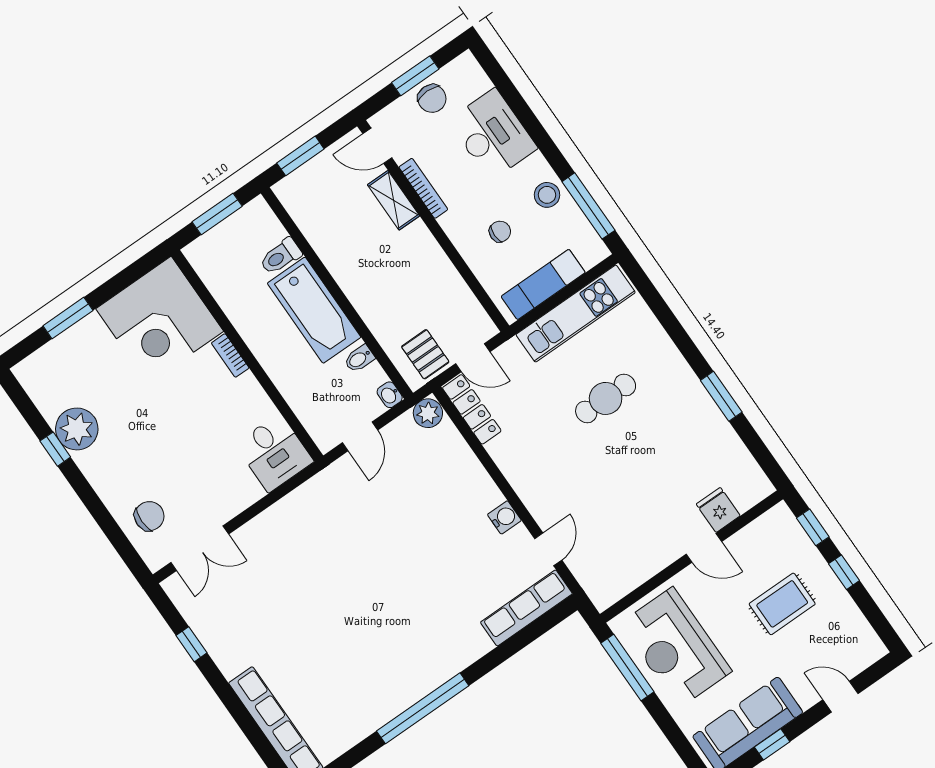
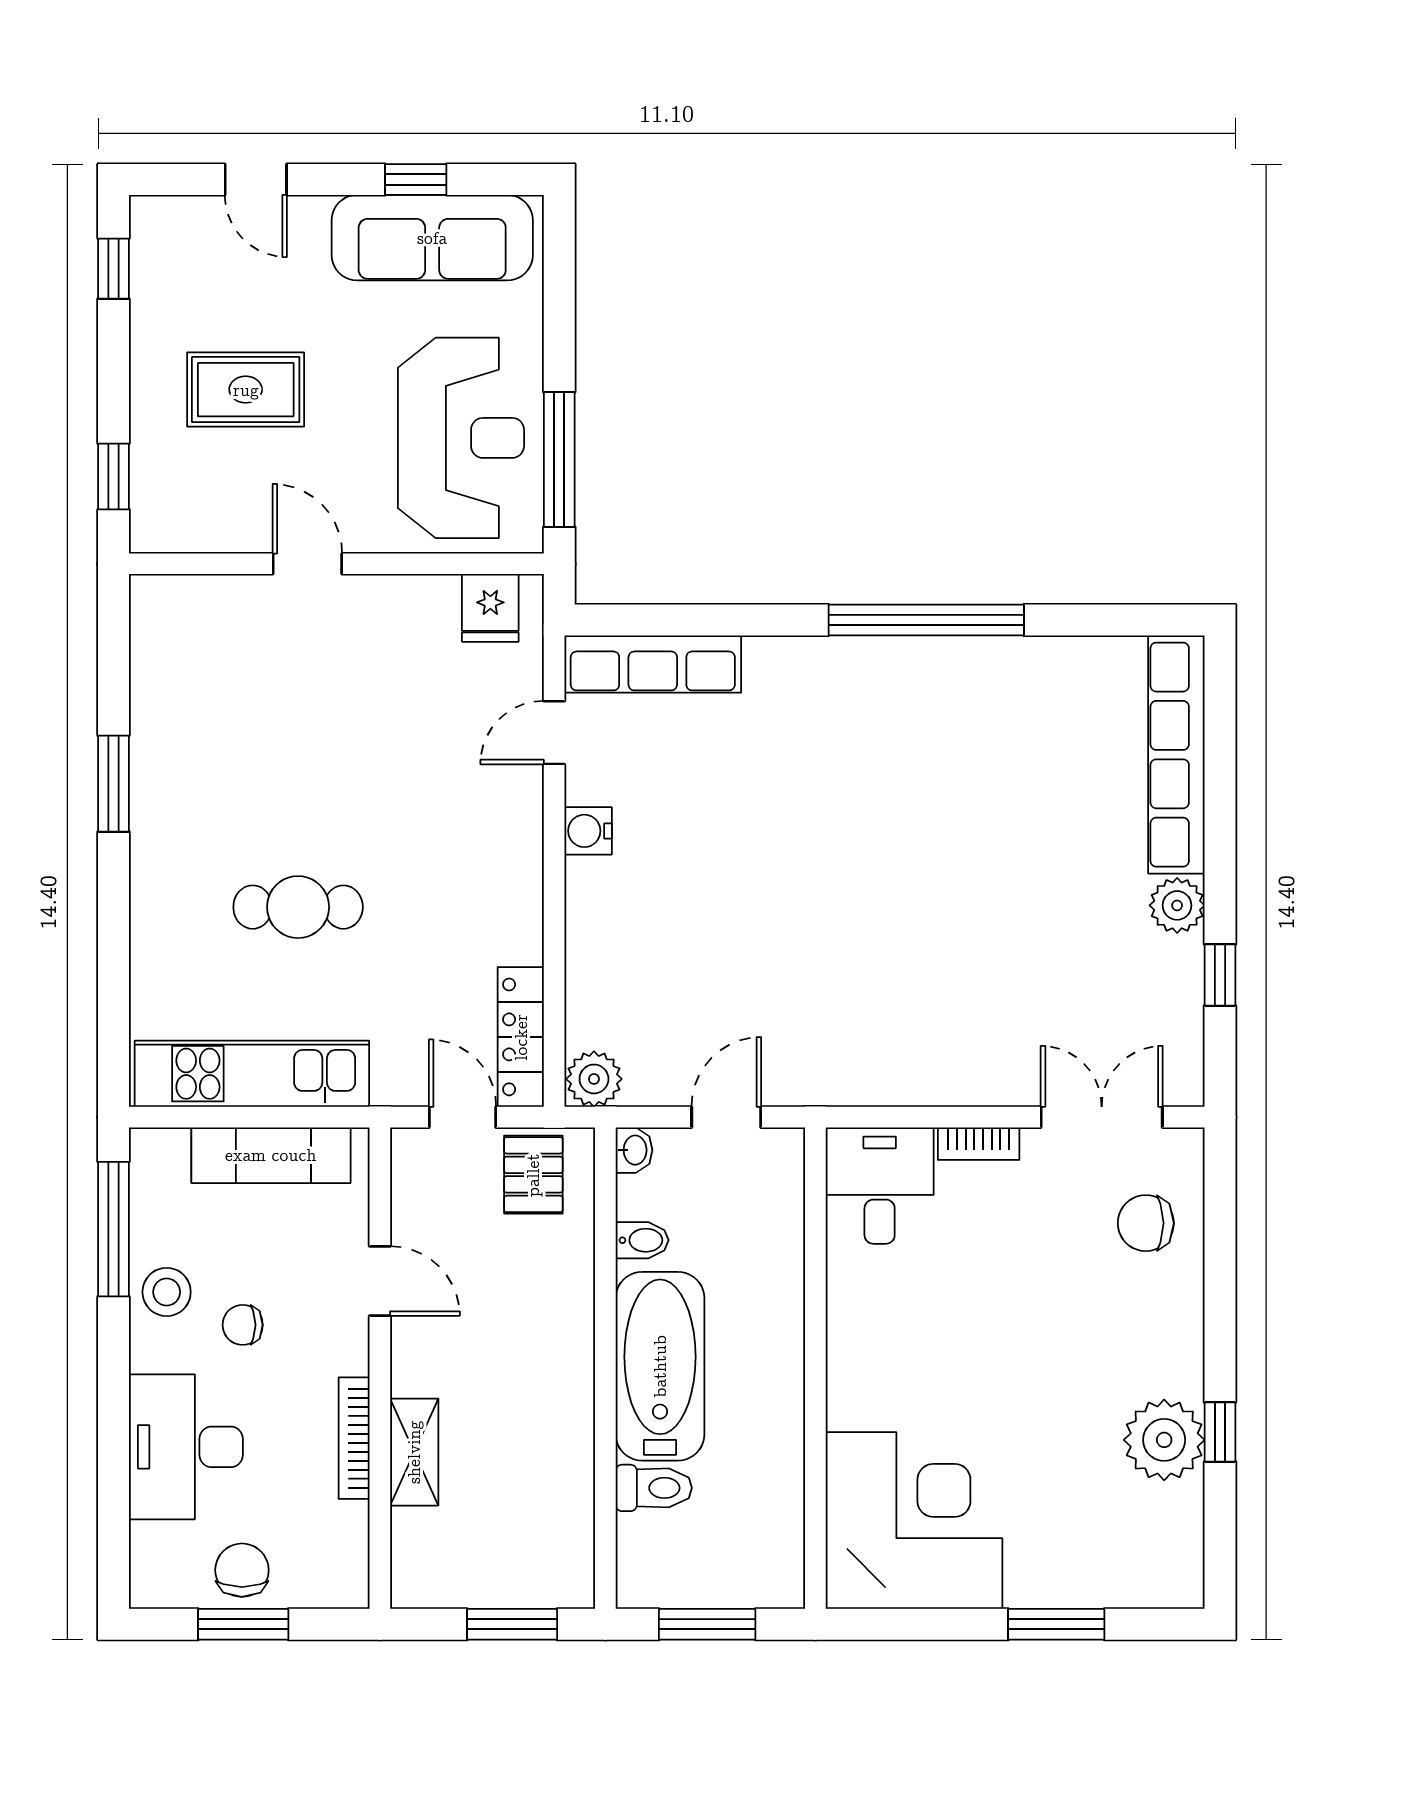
door: (377, 146) -> (380, 1281), moved
chair: (500, 232) -> (243, 1325), moved
bookcase: (230, 355) -> (979, 1144), moved, turned 90
fridge: (718, 510) -> (490, 608), moved
window: (844, 572) -> (113, 269), moved
plant: (231, 661) -> (1177, 905), added

